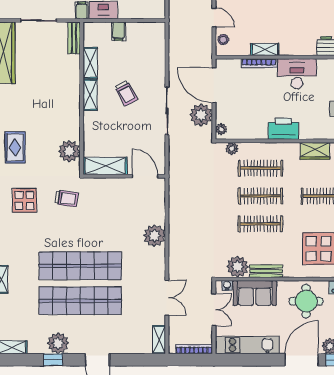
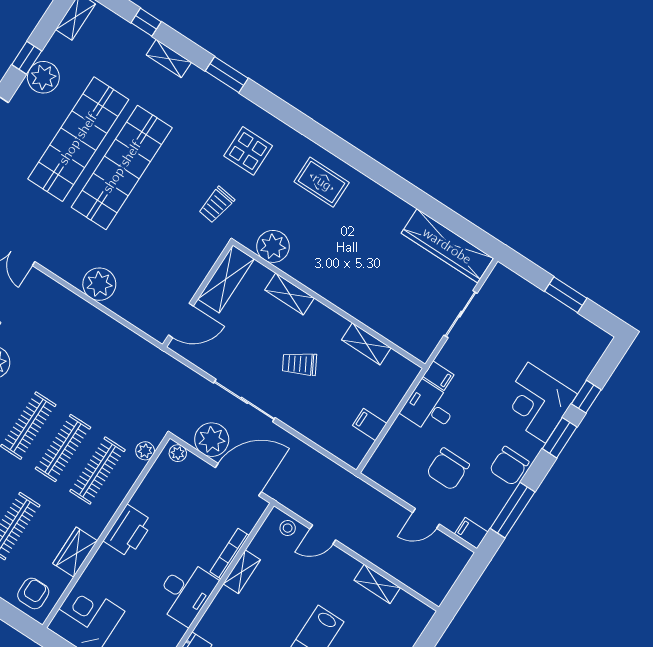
filing cabinet: (119, 31) -> (370, 424), moved
bench: (74, 38) -> (410, 344), removed
shelving: (90, 95) -> (290, 294), moved

